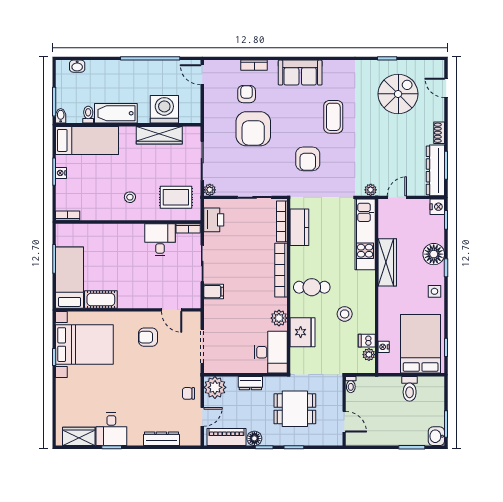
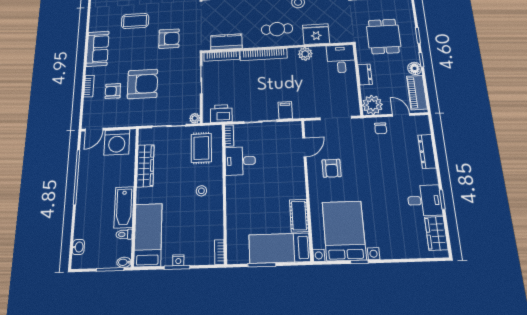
washing machine: (164, 109) -> (117, 142), moved, turned -90
cafe table: (312, 287) -> (277, 29), turned 90
desk: (271, 352) -> (341, 59), width x0.73

